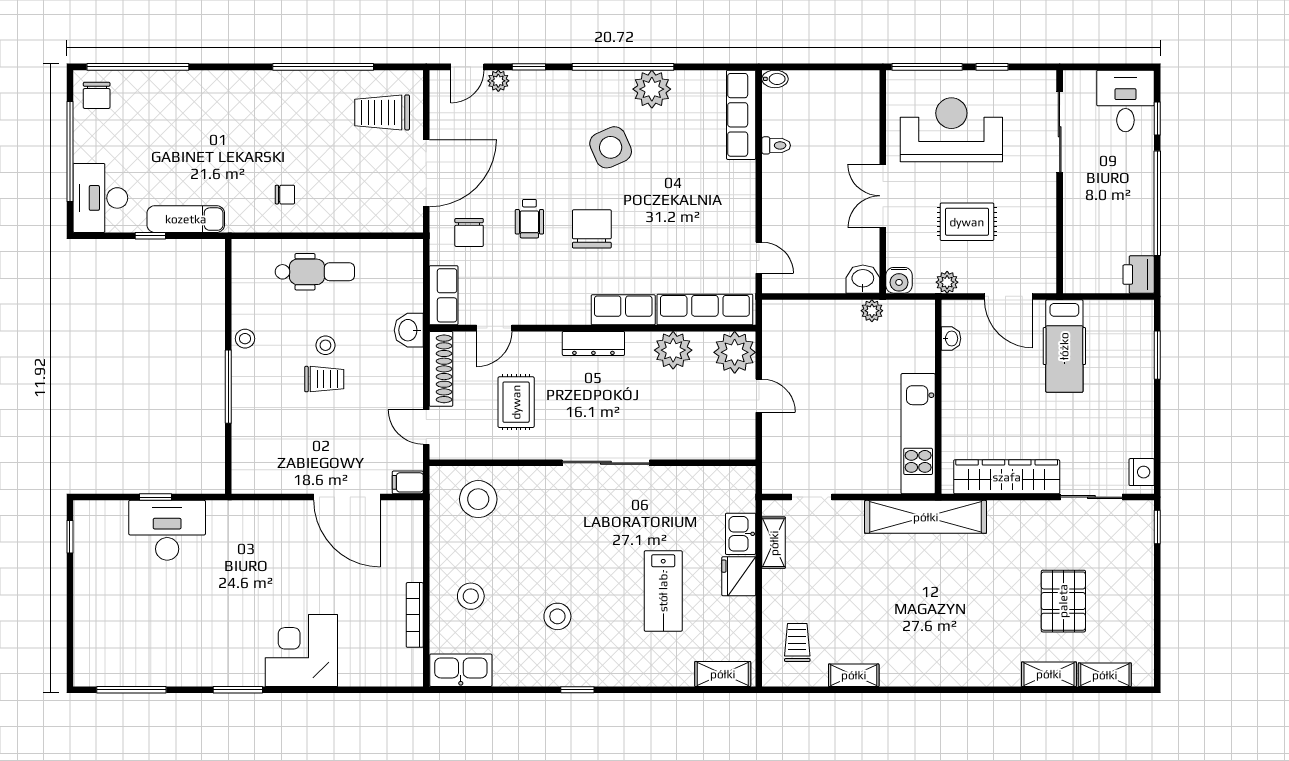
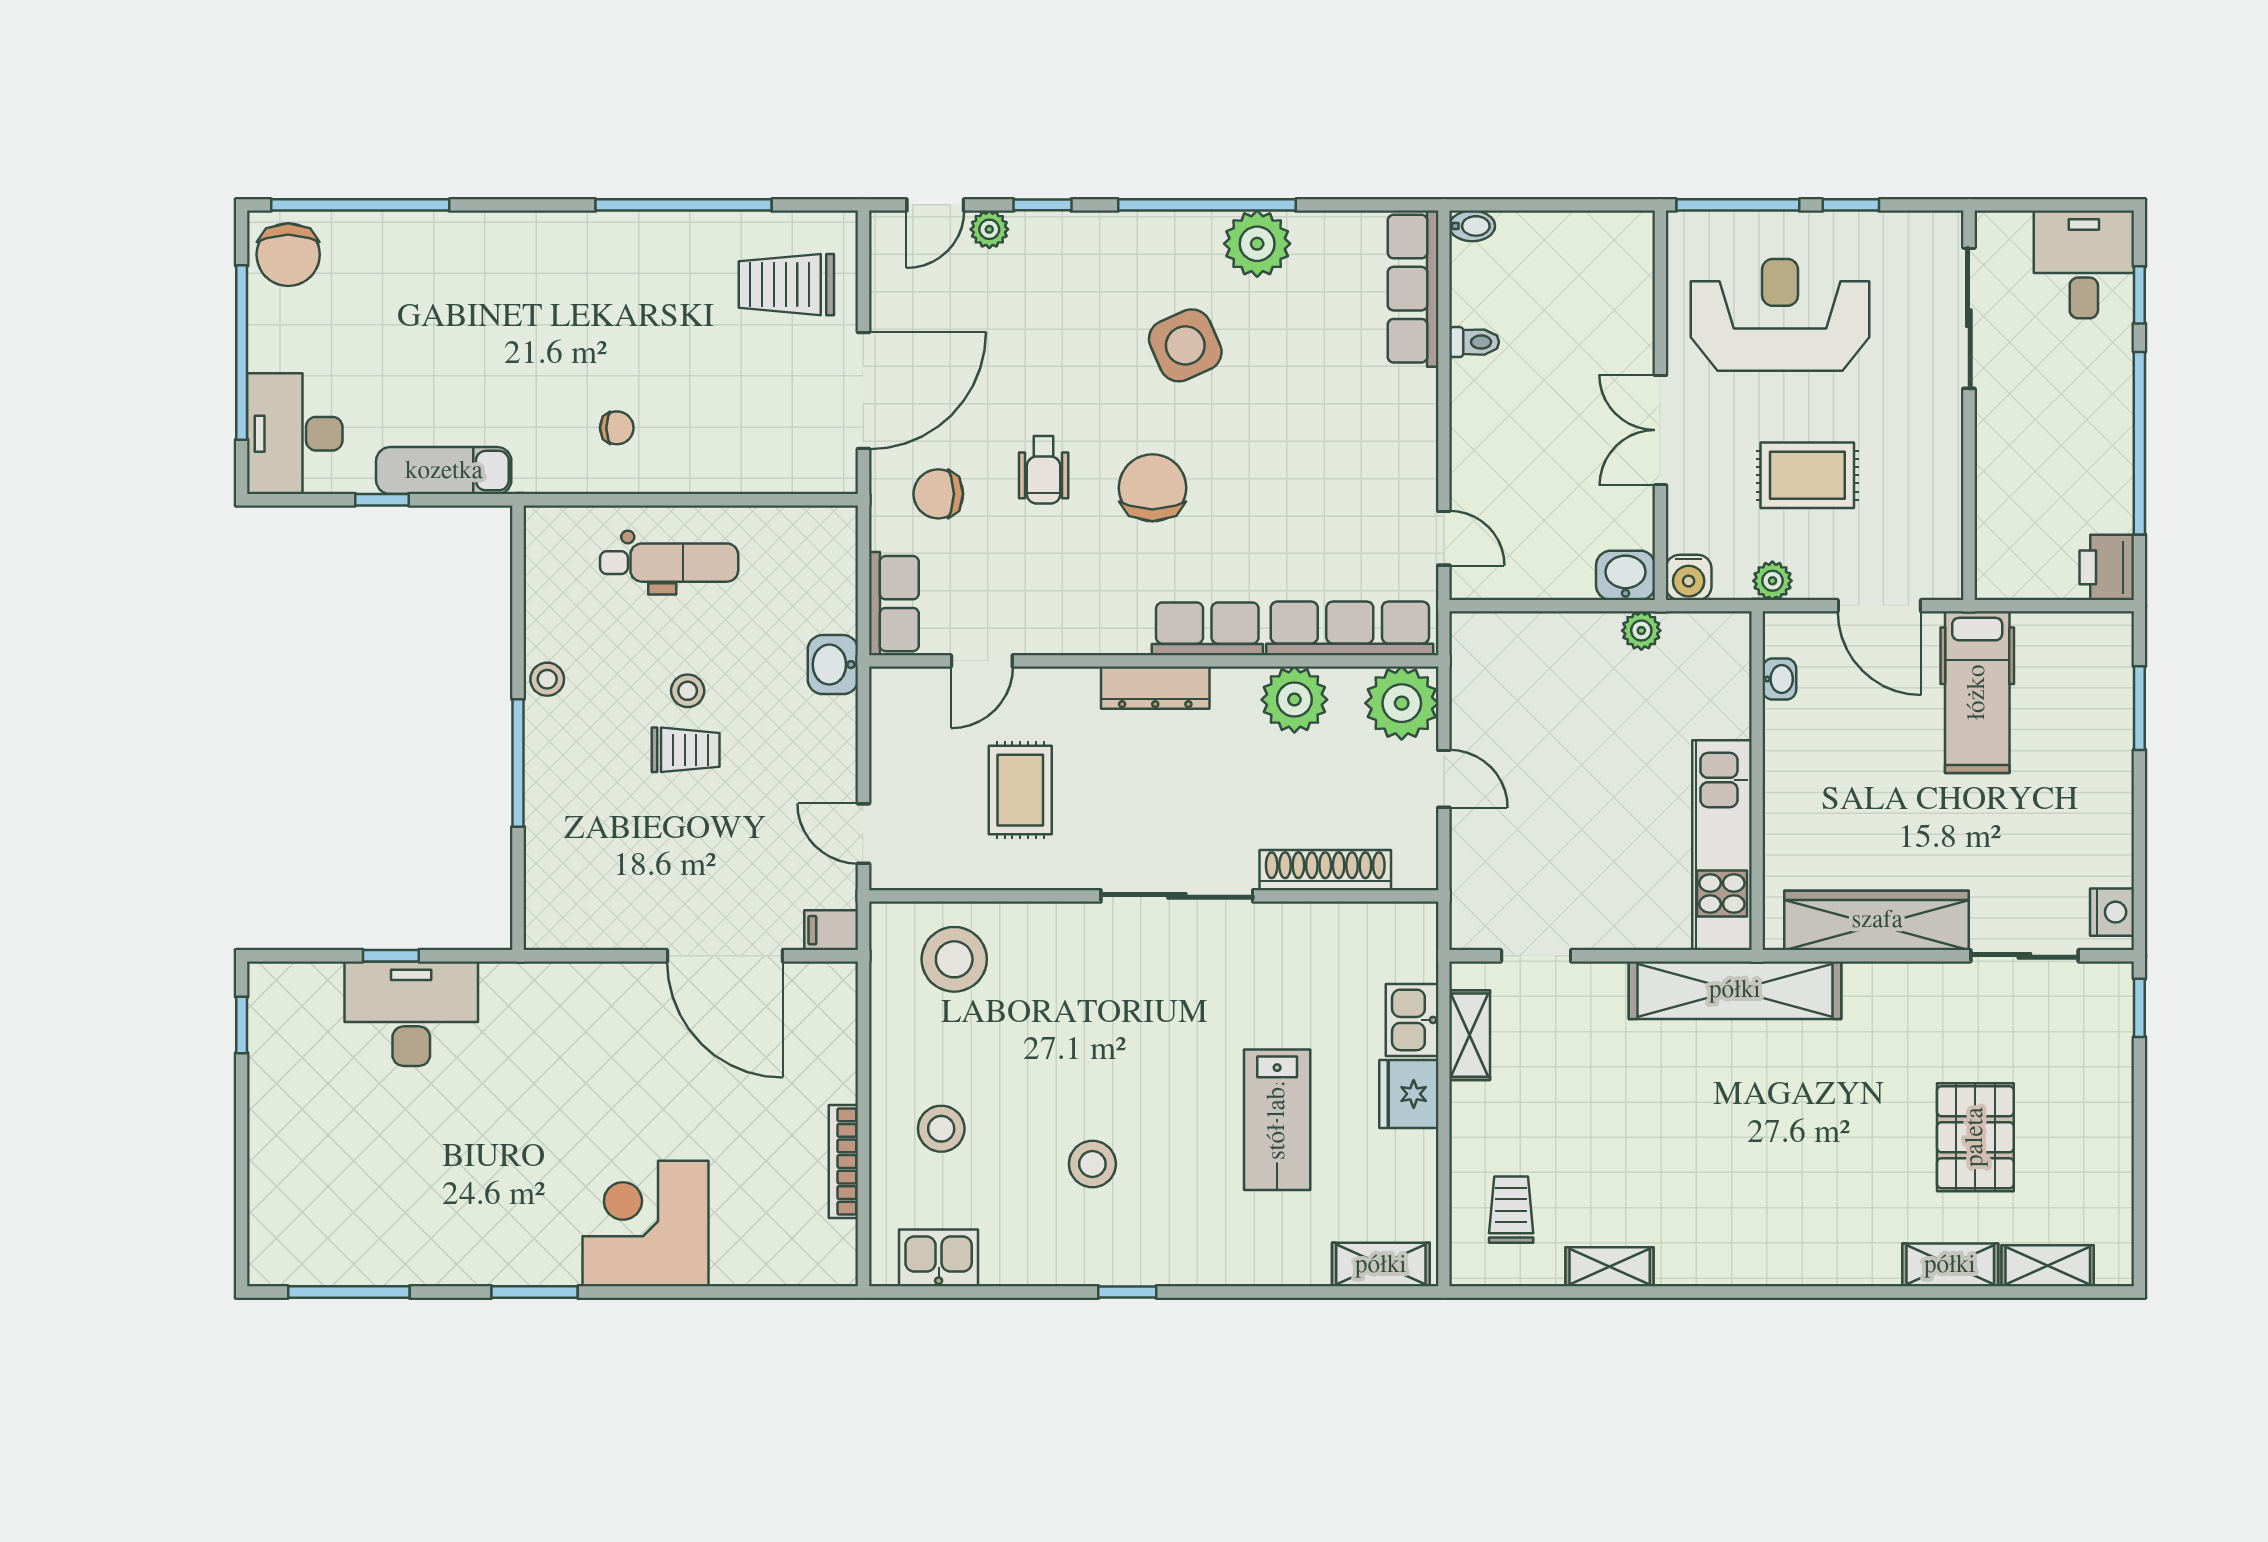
chair: (97, 95) -> (288, 255), width x1.37, depth x1.37
chair: (469, 232) -> (938, 494), turned 90
shoe rack: (441, 369) -> (1325, 870), moved, turned -90
kitchen sink: (461, 670) -> (939, 1258), width x0.73

